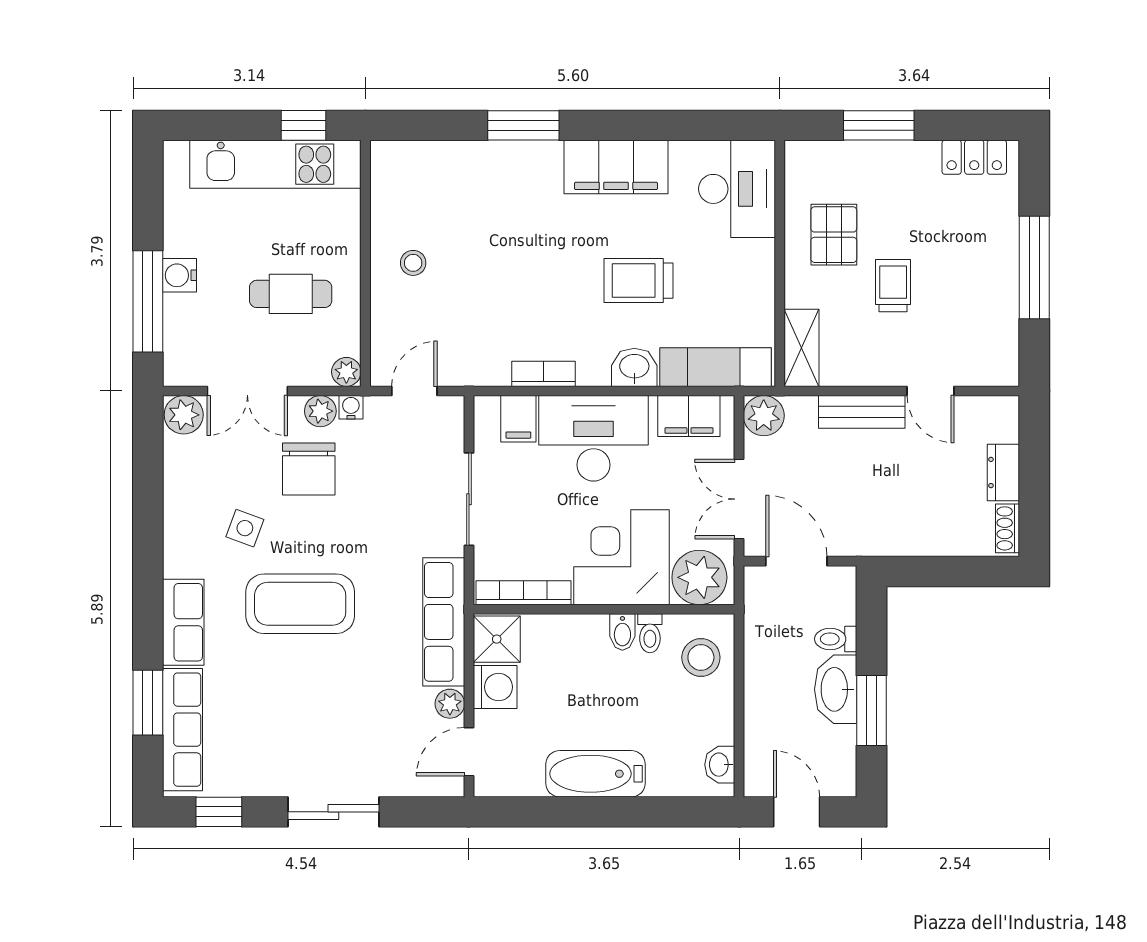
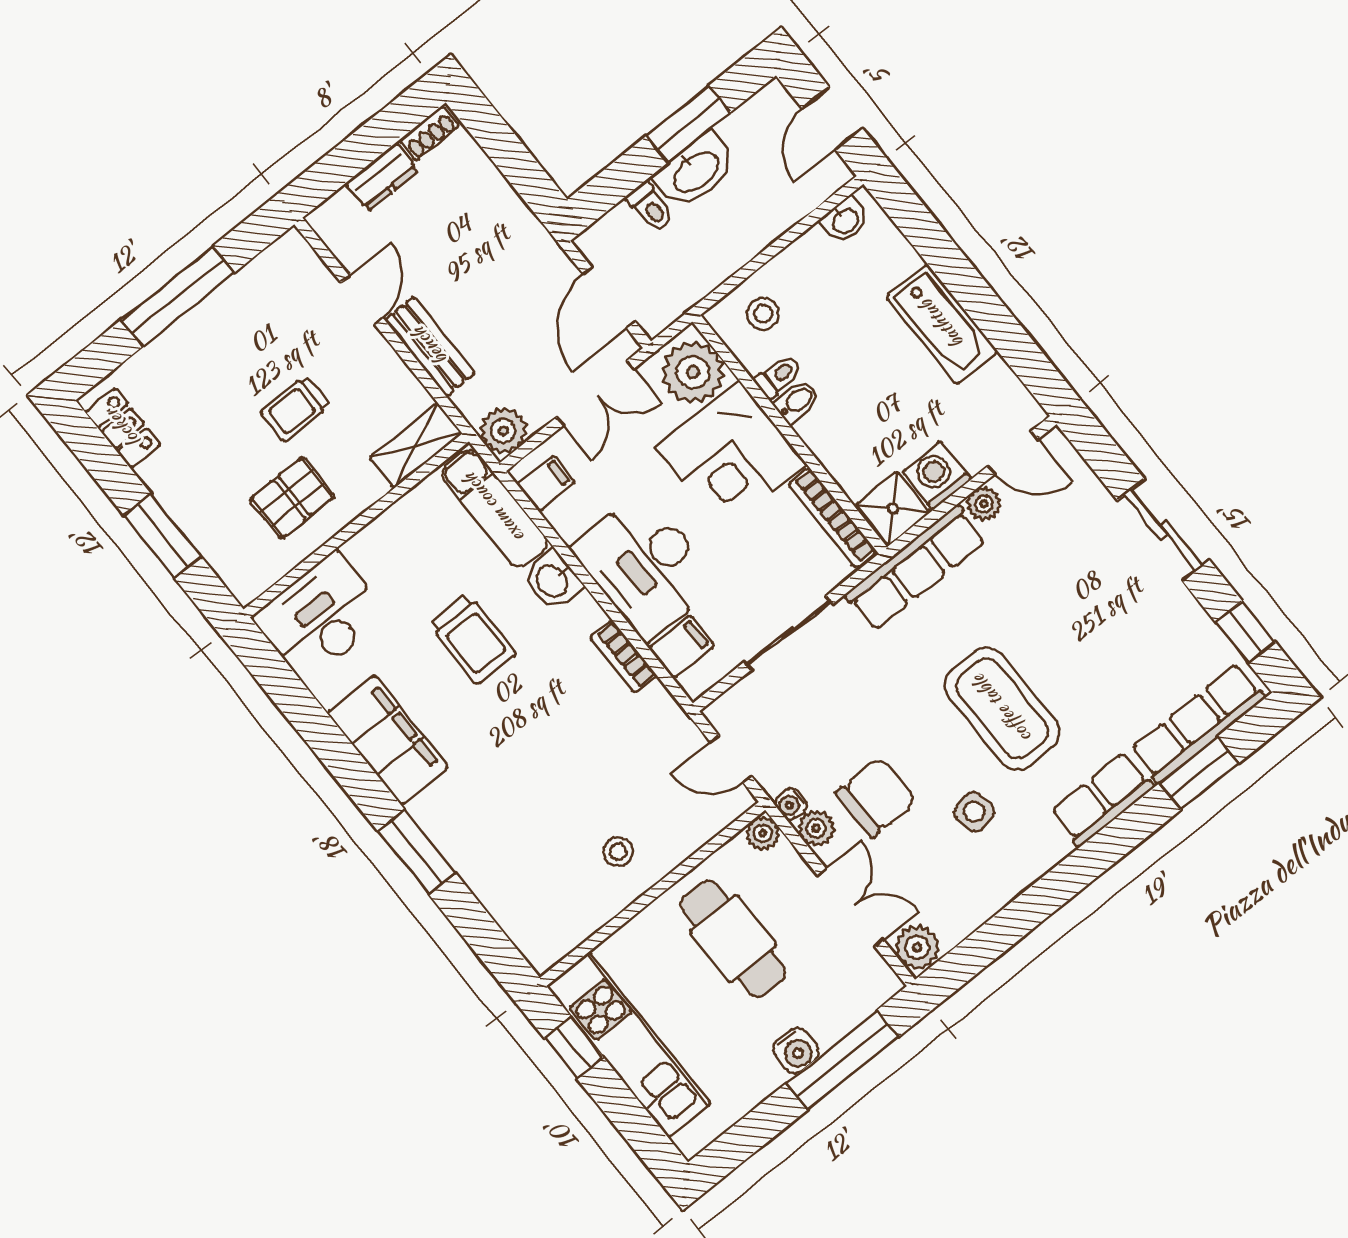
cafe table: (291, 294) -> (733, 939), width x1.37, depth x1.35
filing cabinet: (689, 416) -> (546, 483), width x0.50
side table: (245, 528) -> (974, 812), turned -31
stool: (701, 657) -> (763, 314), width x0.73, depth x0.73

